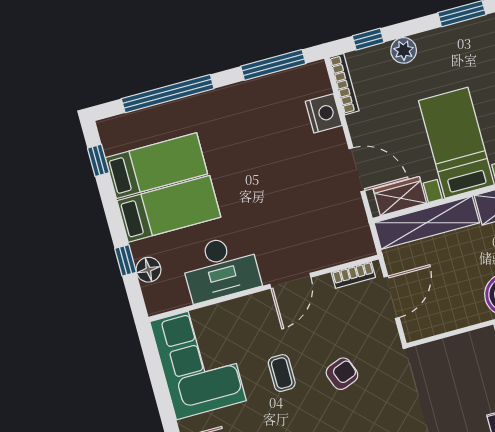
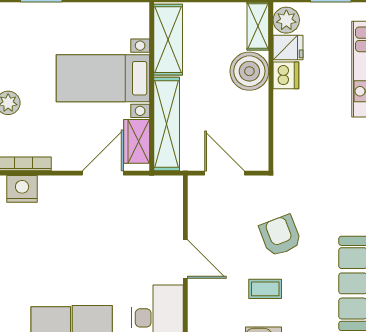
nightstand: (324, 113) -> (22, 189), moved
bookcase: (353, 275) -> (195, 202), removed
armchair: (342, 374) -> (280, 236), width x1.38, depth x1.38

